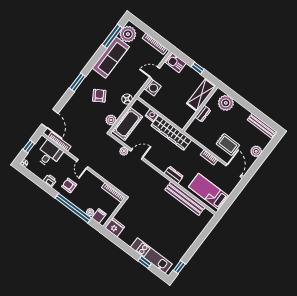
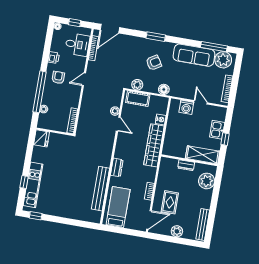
kitchen sink: (176, 63) -> (217, 130), moved
cot: (127, 124) -> (138, 99), width x0.73, depth x0.75
filing cabinet: (99, 216) -> (44, 119), removed

